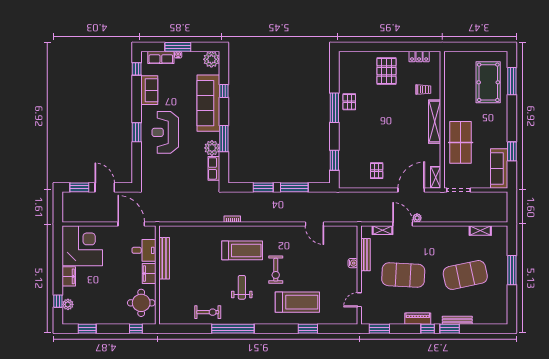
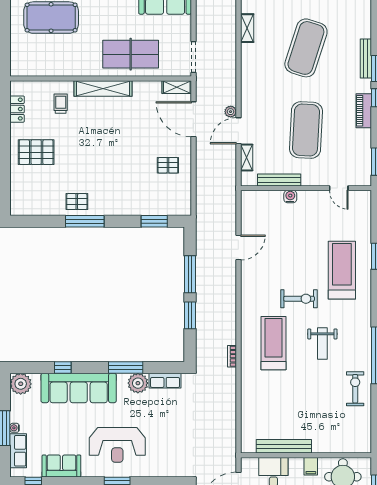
filing cabinet: (149, 274) -> (311, 466), width x0.50
exercise mat: (465, 275) -> (306, 48), turned 30
weight bench: (242, 287) -> (322, 344), turned -90

